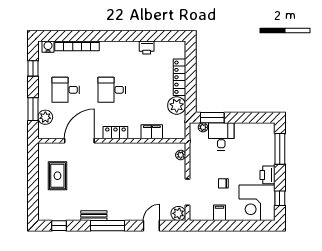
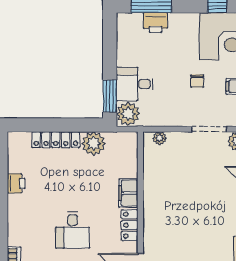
plant: (203, 127) -> (128, 114), width x1.88, depth x1.88
filing cabinet: (152, 132) -> (128, 193), moved
printer: (267, 175) -> (155, 22), moved

